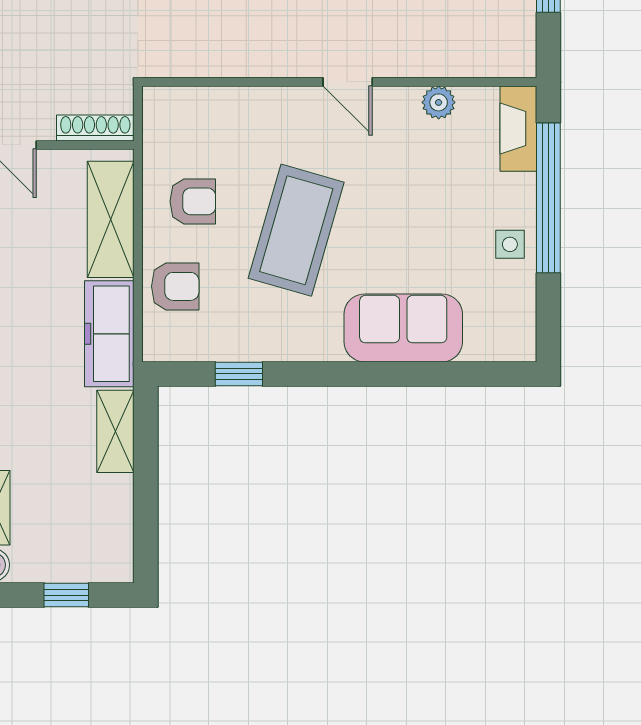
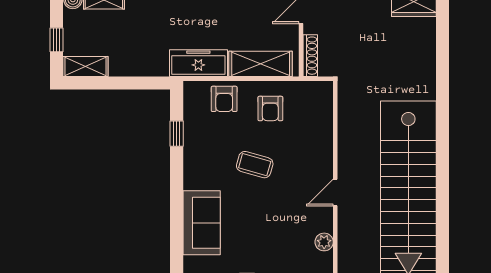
coffee table: (296, 230) -> (255, 165), width x0.54, depth x0.58
shelving: (115, 431) -> (85, 66), moved

